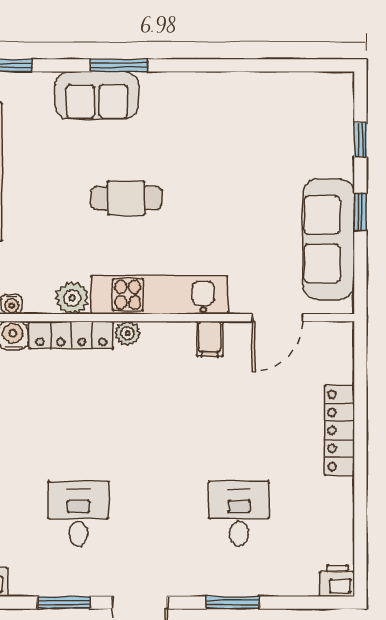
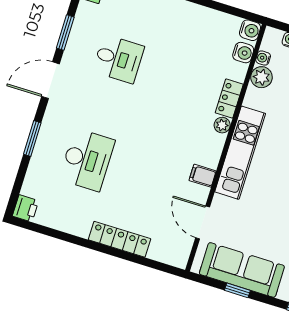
window: (360, 212) -> (237, 290), moved
plant: (72, 298) -> (261, 77), moved
locker: (71, 335) -> (229, 98), width x0.66
desk: (239, 514) -> (87, 160), width x1.37

